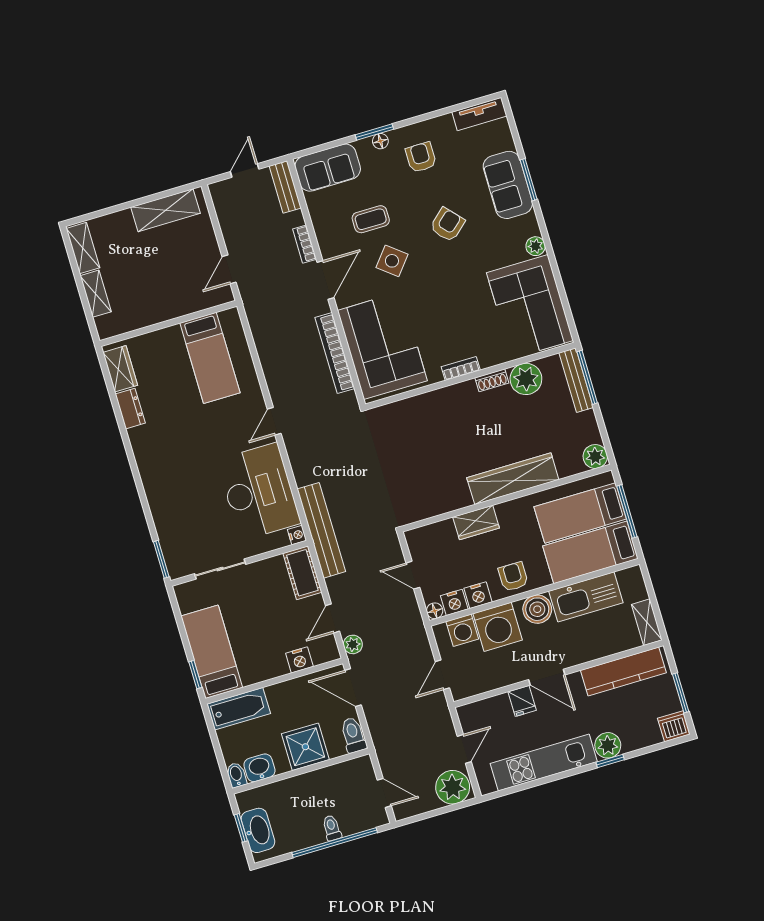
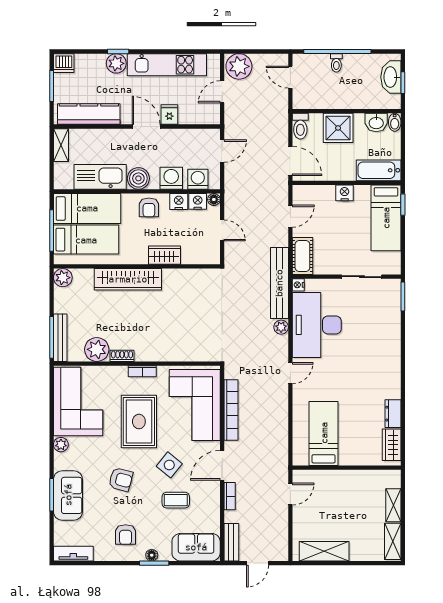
armchair: (447, 225) -> (121, 479), turned -123
rug: (446, 304) -> (139, 422), added
washing machine: (498, 627) -> (171, 178), width x0.73, depth x0.73
plant: (353, 644) -> (281, 327), moved
nightstand: (299, 660) -> (345, 193), moved

